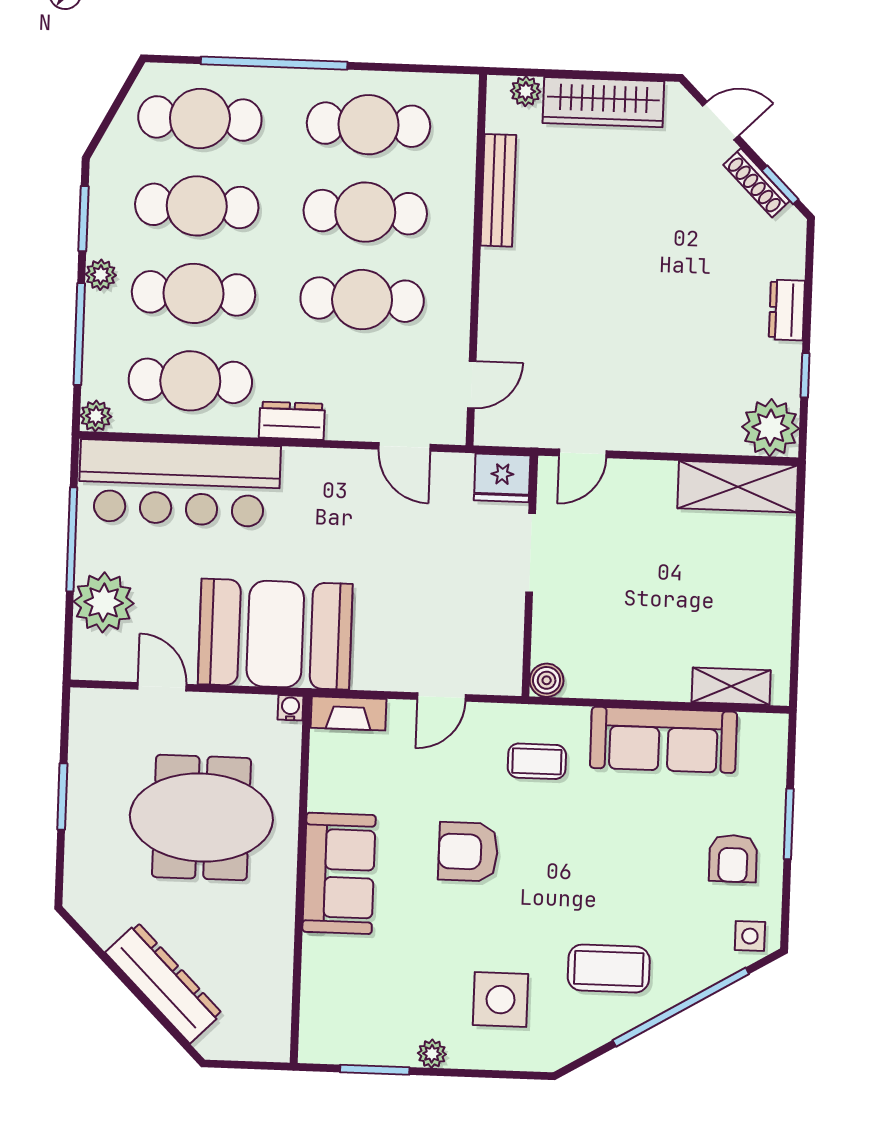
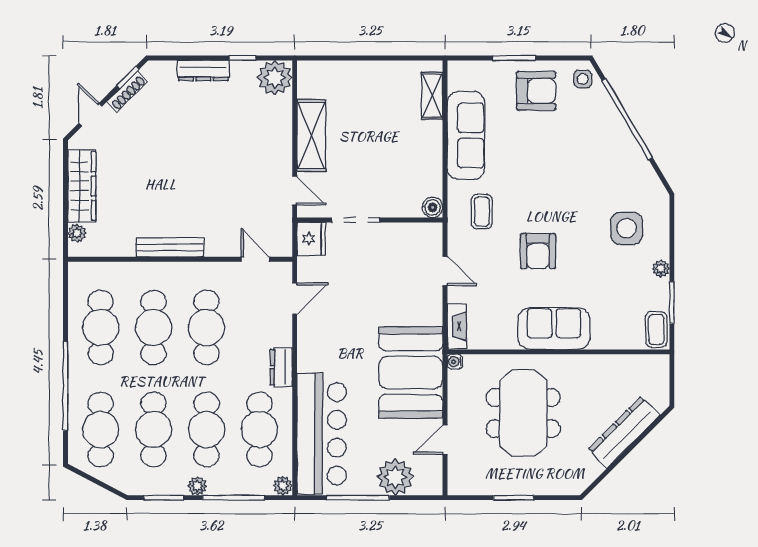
bench: (498, 190) -> (170, 247), moved
dresser: (787, 310) -> (203, 70), width x1.44
shelving: (738, 487) -> (311, 136), moved
armchair: (733, 858) -> (536, 91), width x1.38, depth x1.38
coffee table: (609, 969) -> (656, 330), moved, width x0.73, depth x0.77

